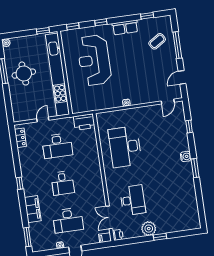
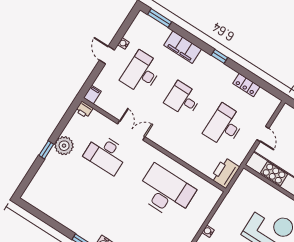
locker: (20, 138) -> (246, 85), moved
double door: (109, 217) -> (131, 130), moved

